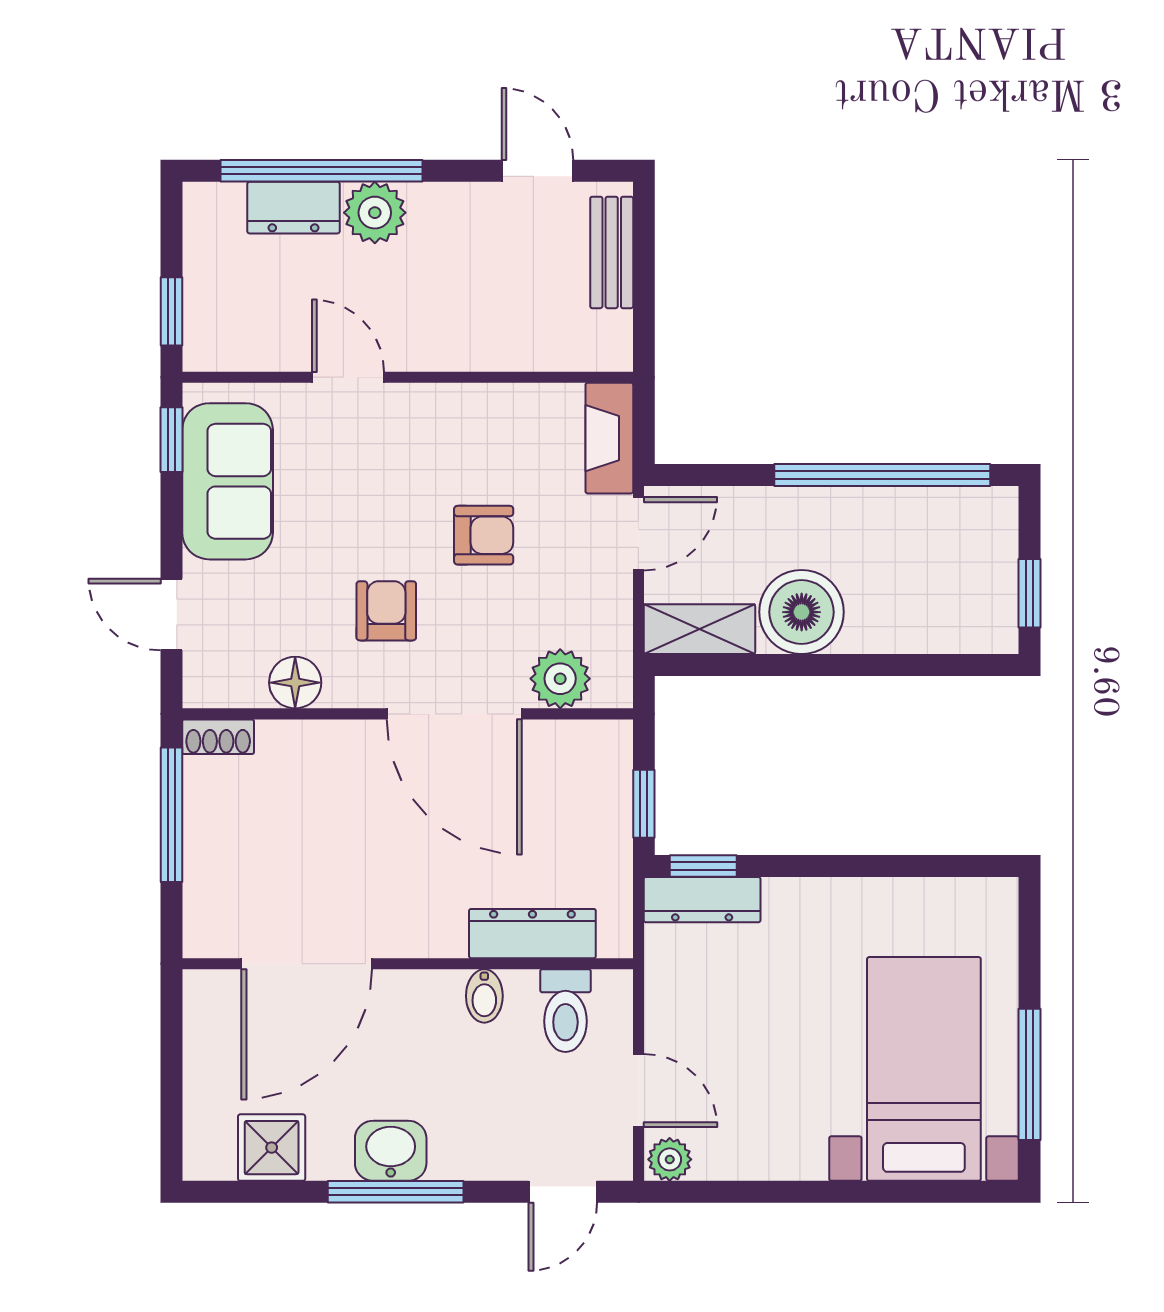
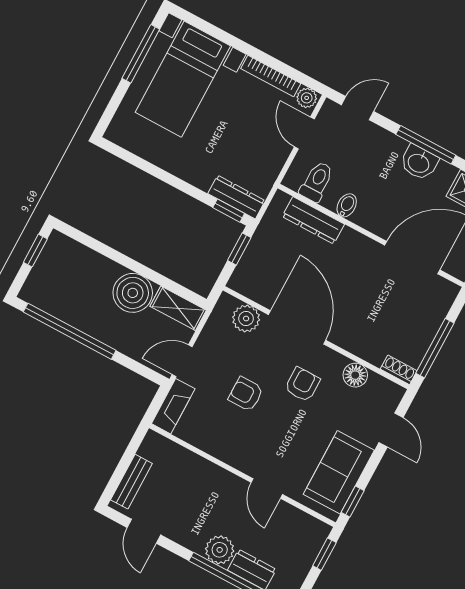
armchair: (386, 611) -> (302, 384), turned 180
bookcase: (760, 1164) -> (271, 76), added

